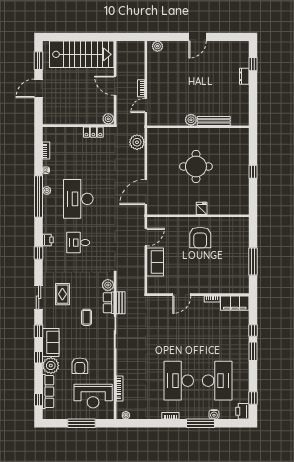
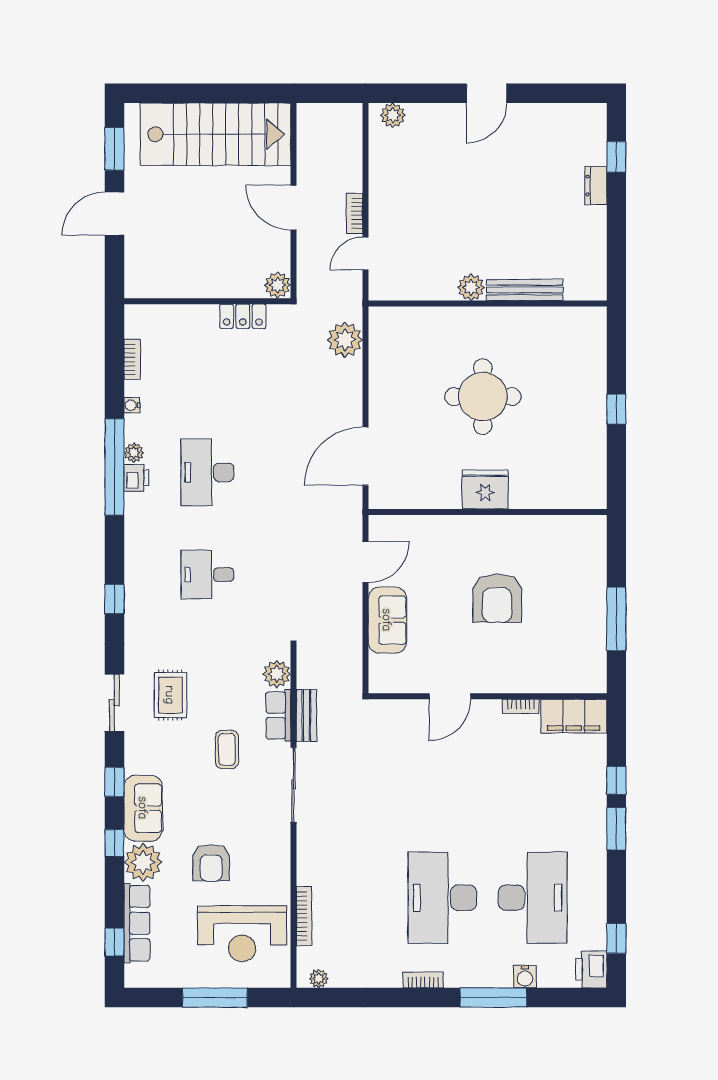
desk: (78, 199) -> (207, 472), width x0.73, depth x0.77
fridge: (202, 208) -> (485, 489), width x1.88, depth x1.34
armchair: (200, 237) -> (497, 598), moved
printer: (48, 240) -> (136, 478), moved

